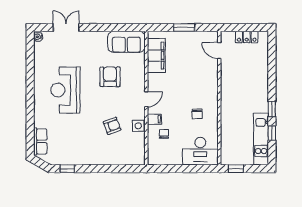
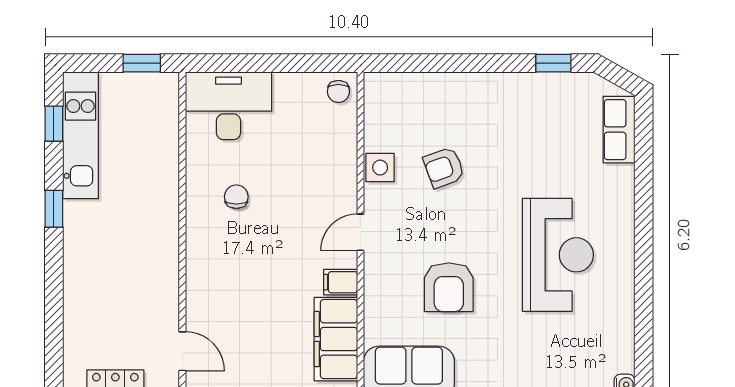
filing cabinet: (154, 119) -> (341, 282), moved
window: (272, 133) -> (54, 124), moved
chair: (164, 134) -> (338, 91), moved

